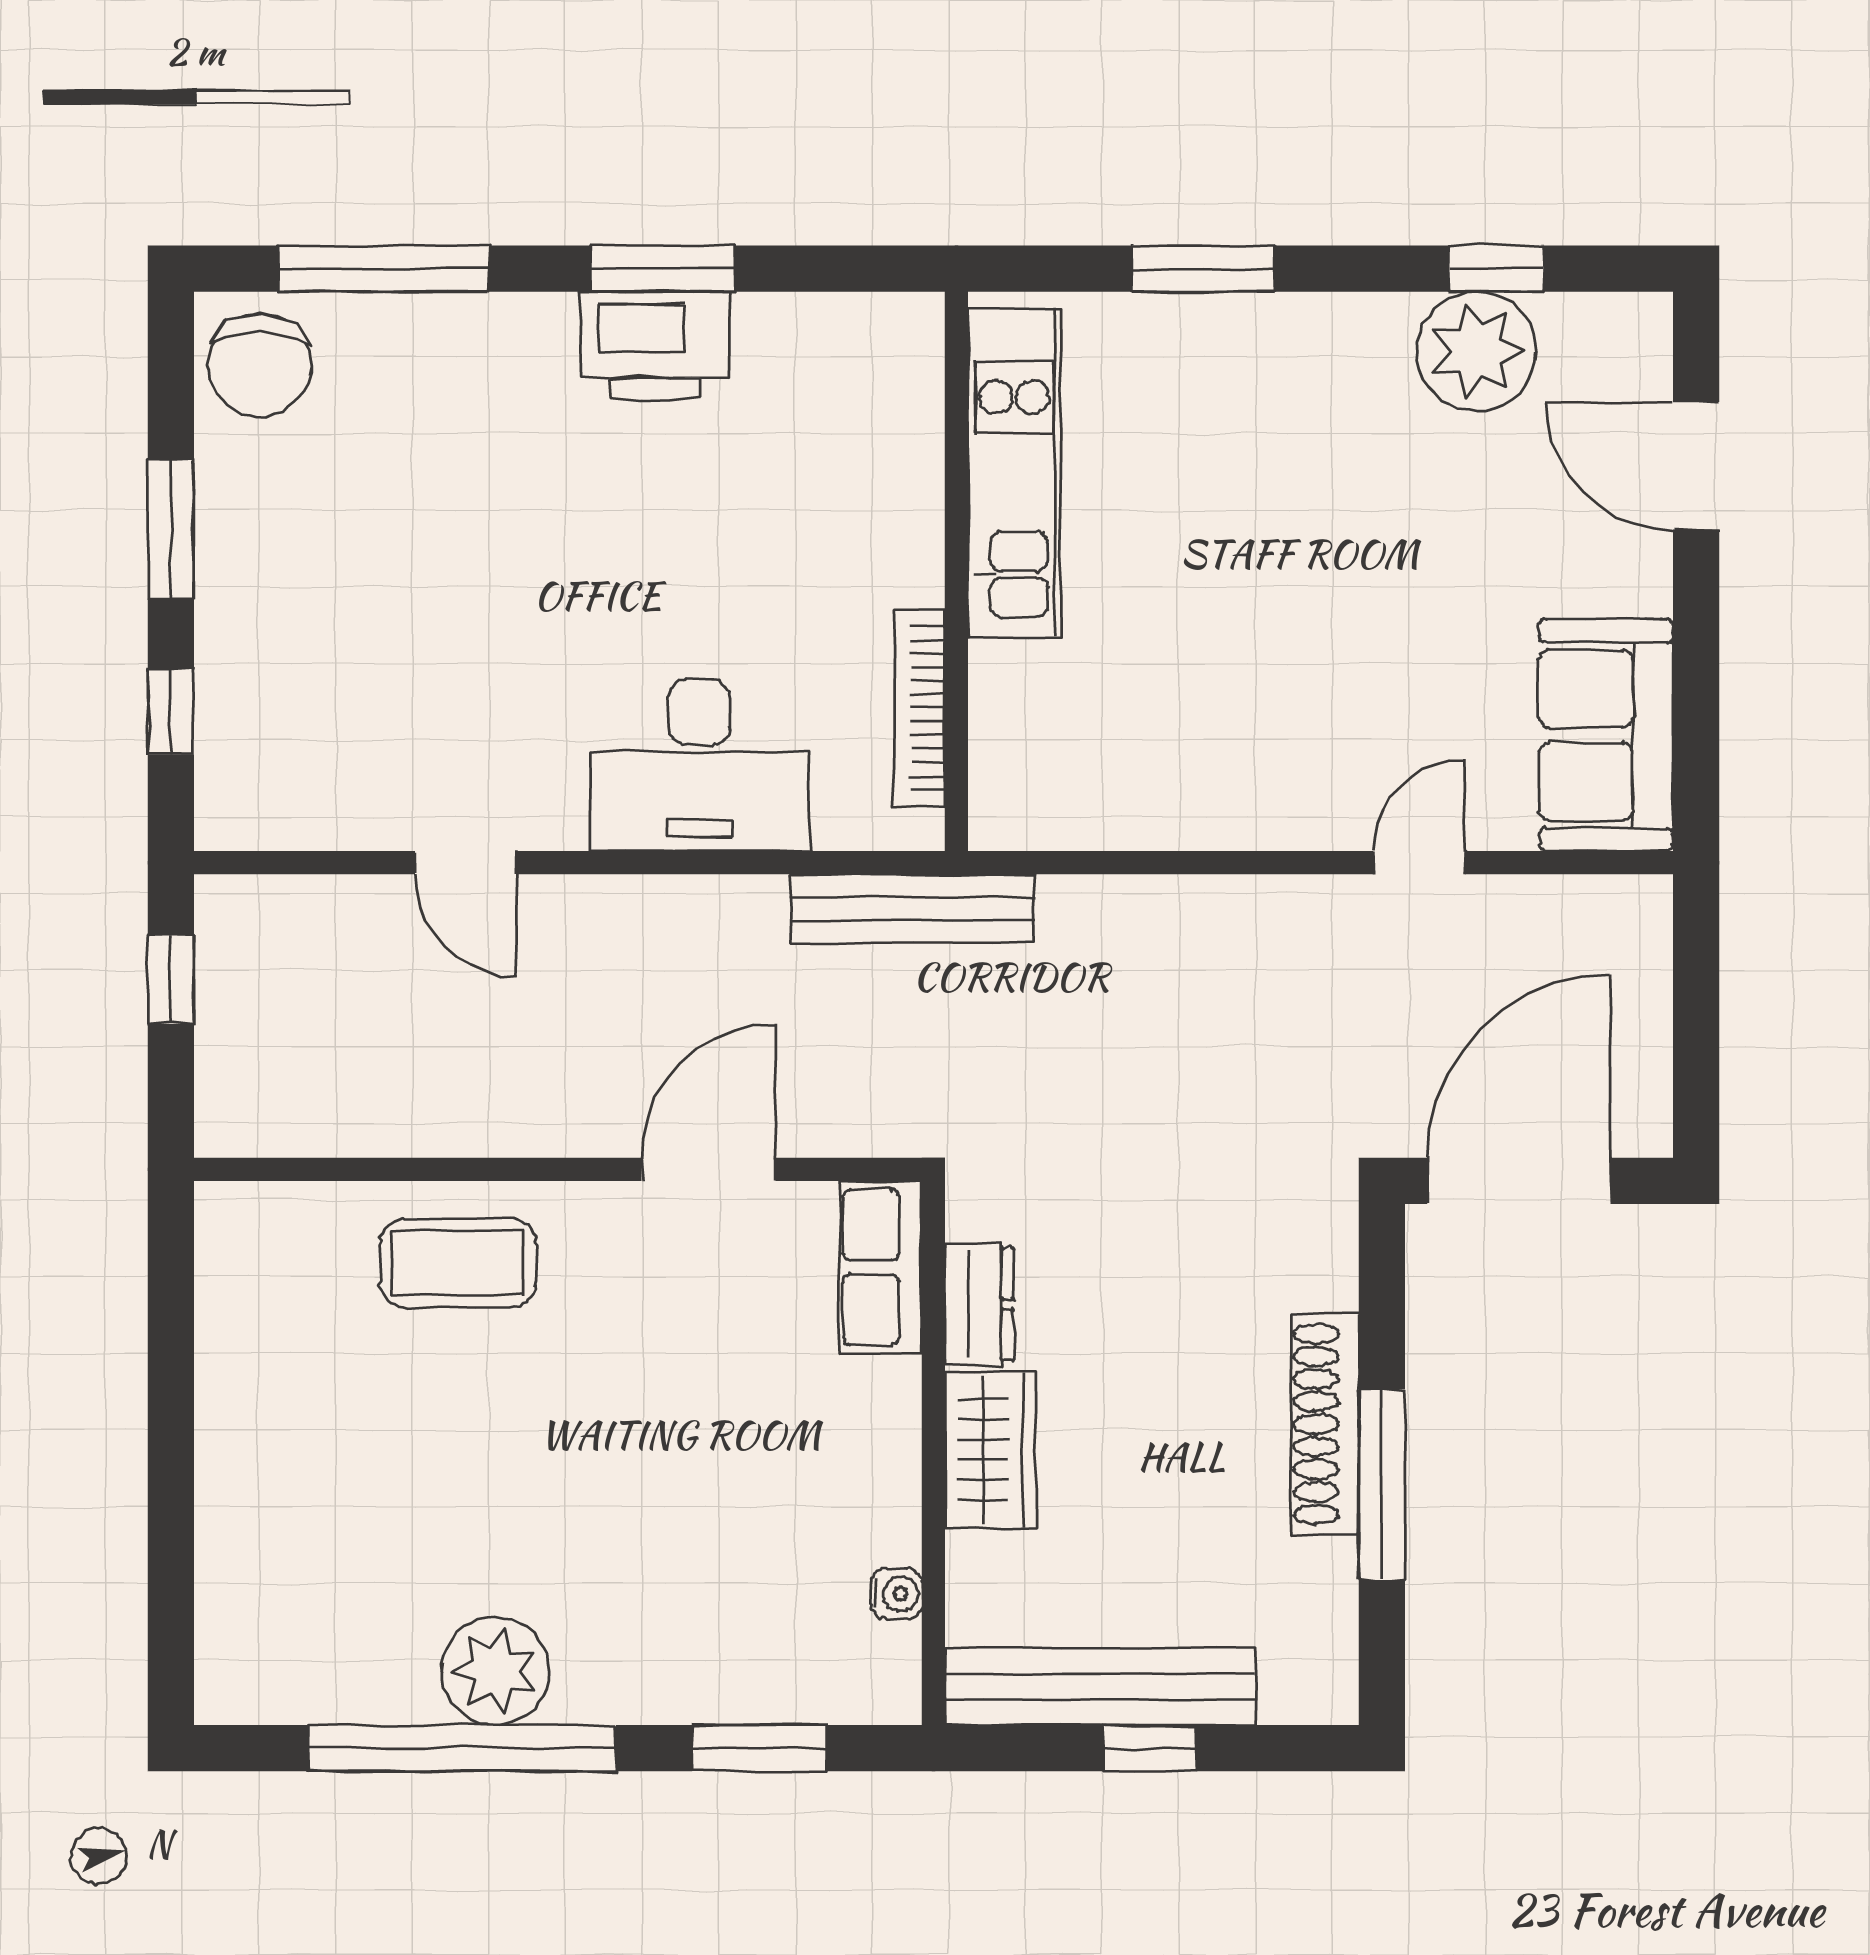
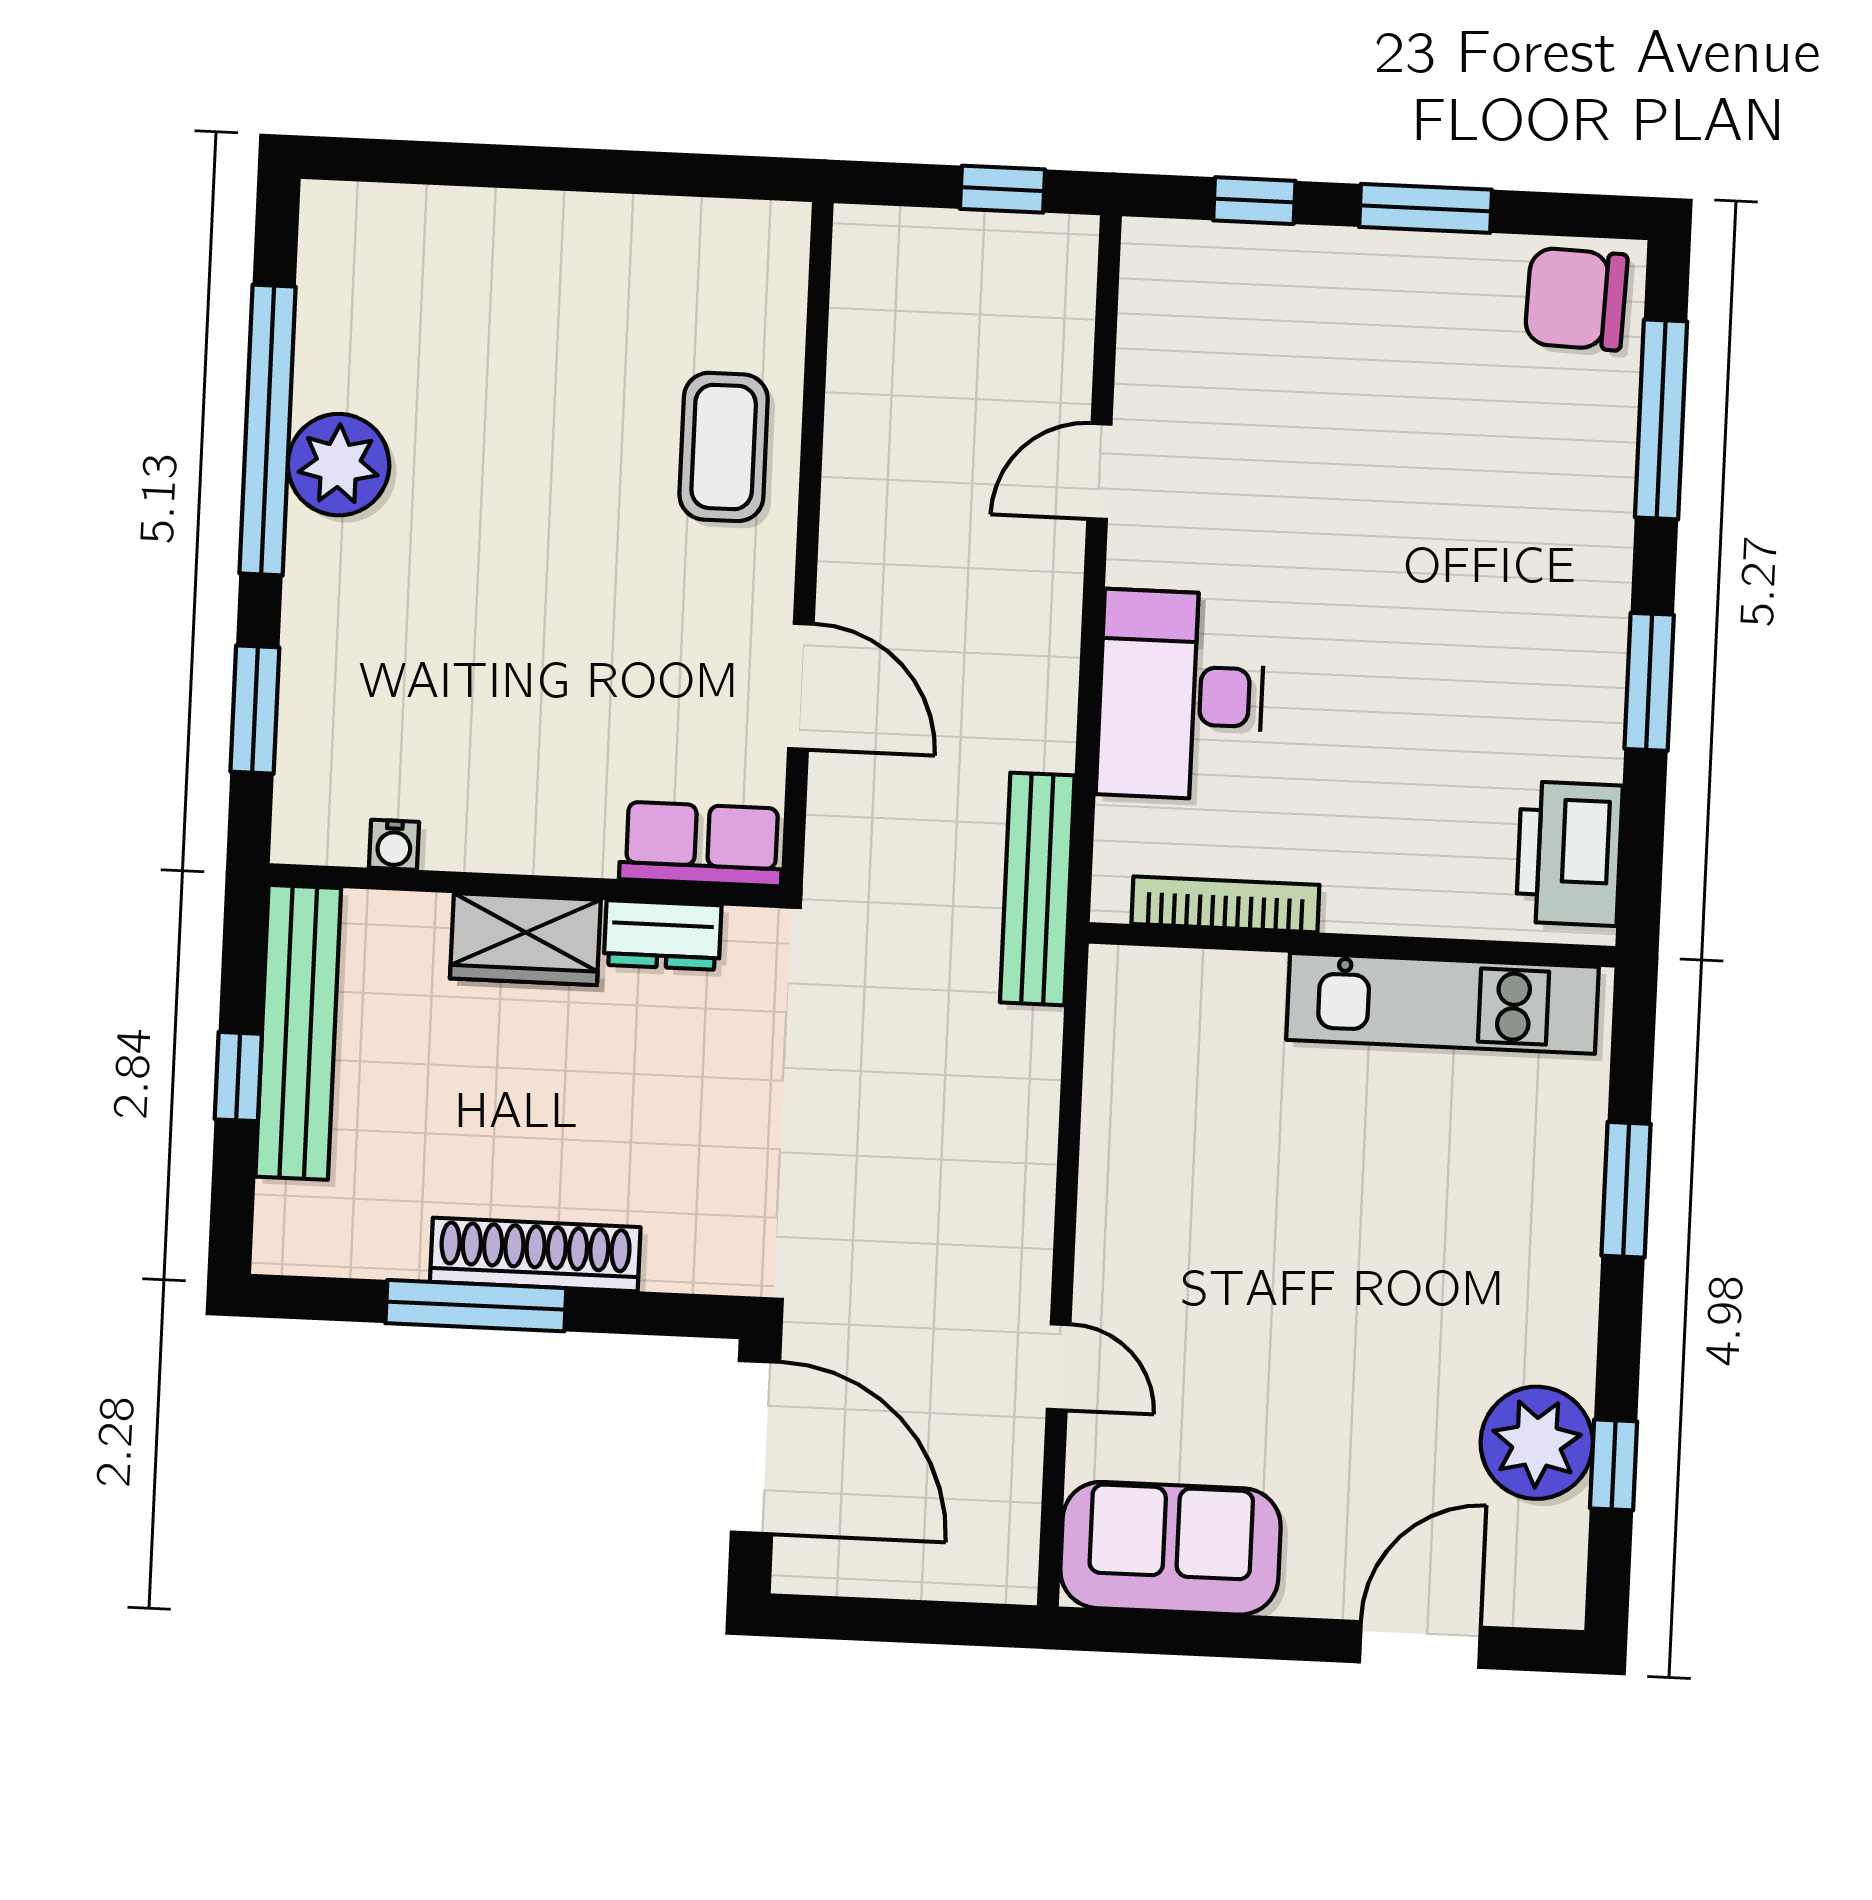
printer: (655, 345) -> (1569, 854), moved

